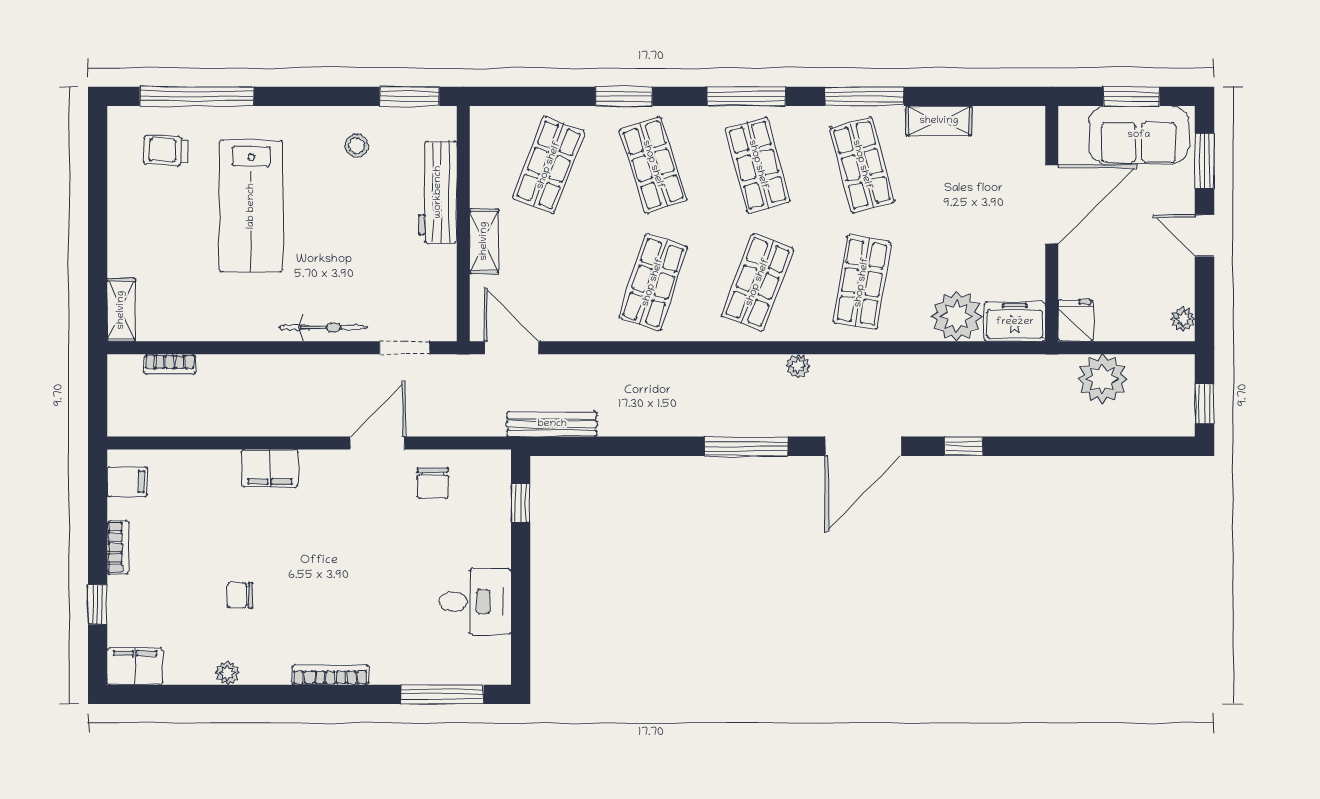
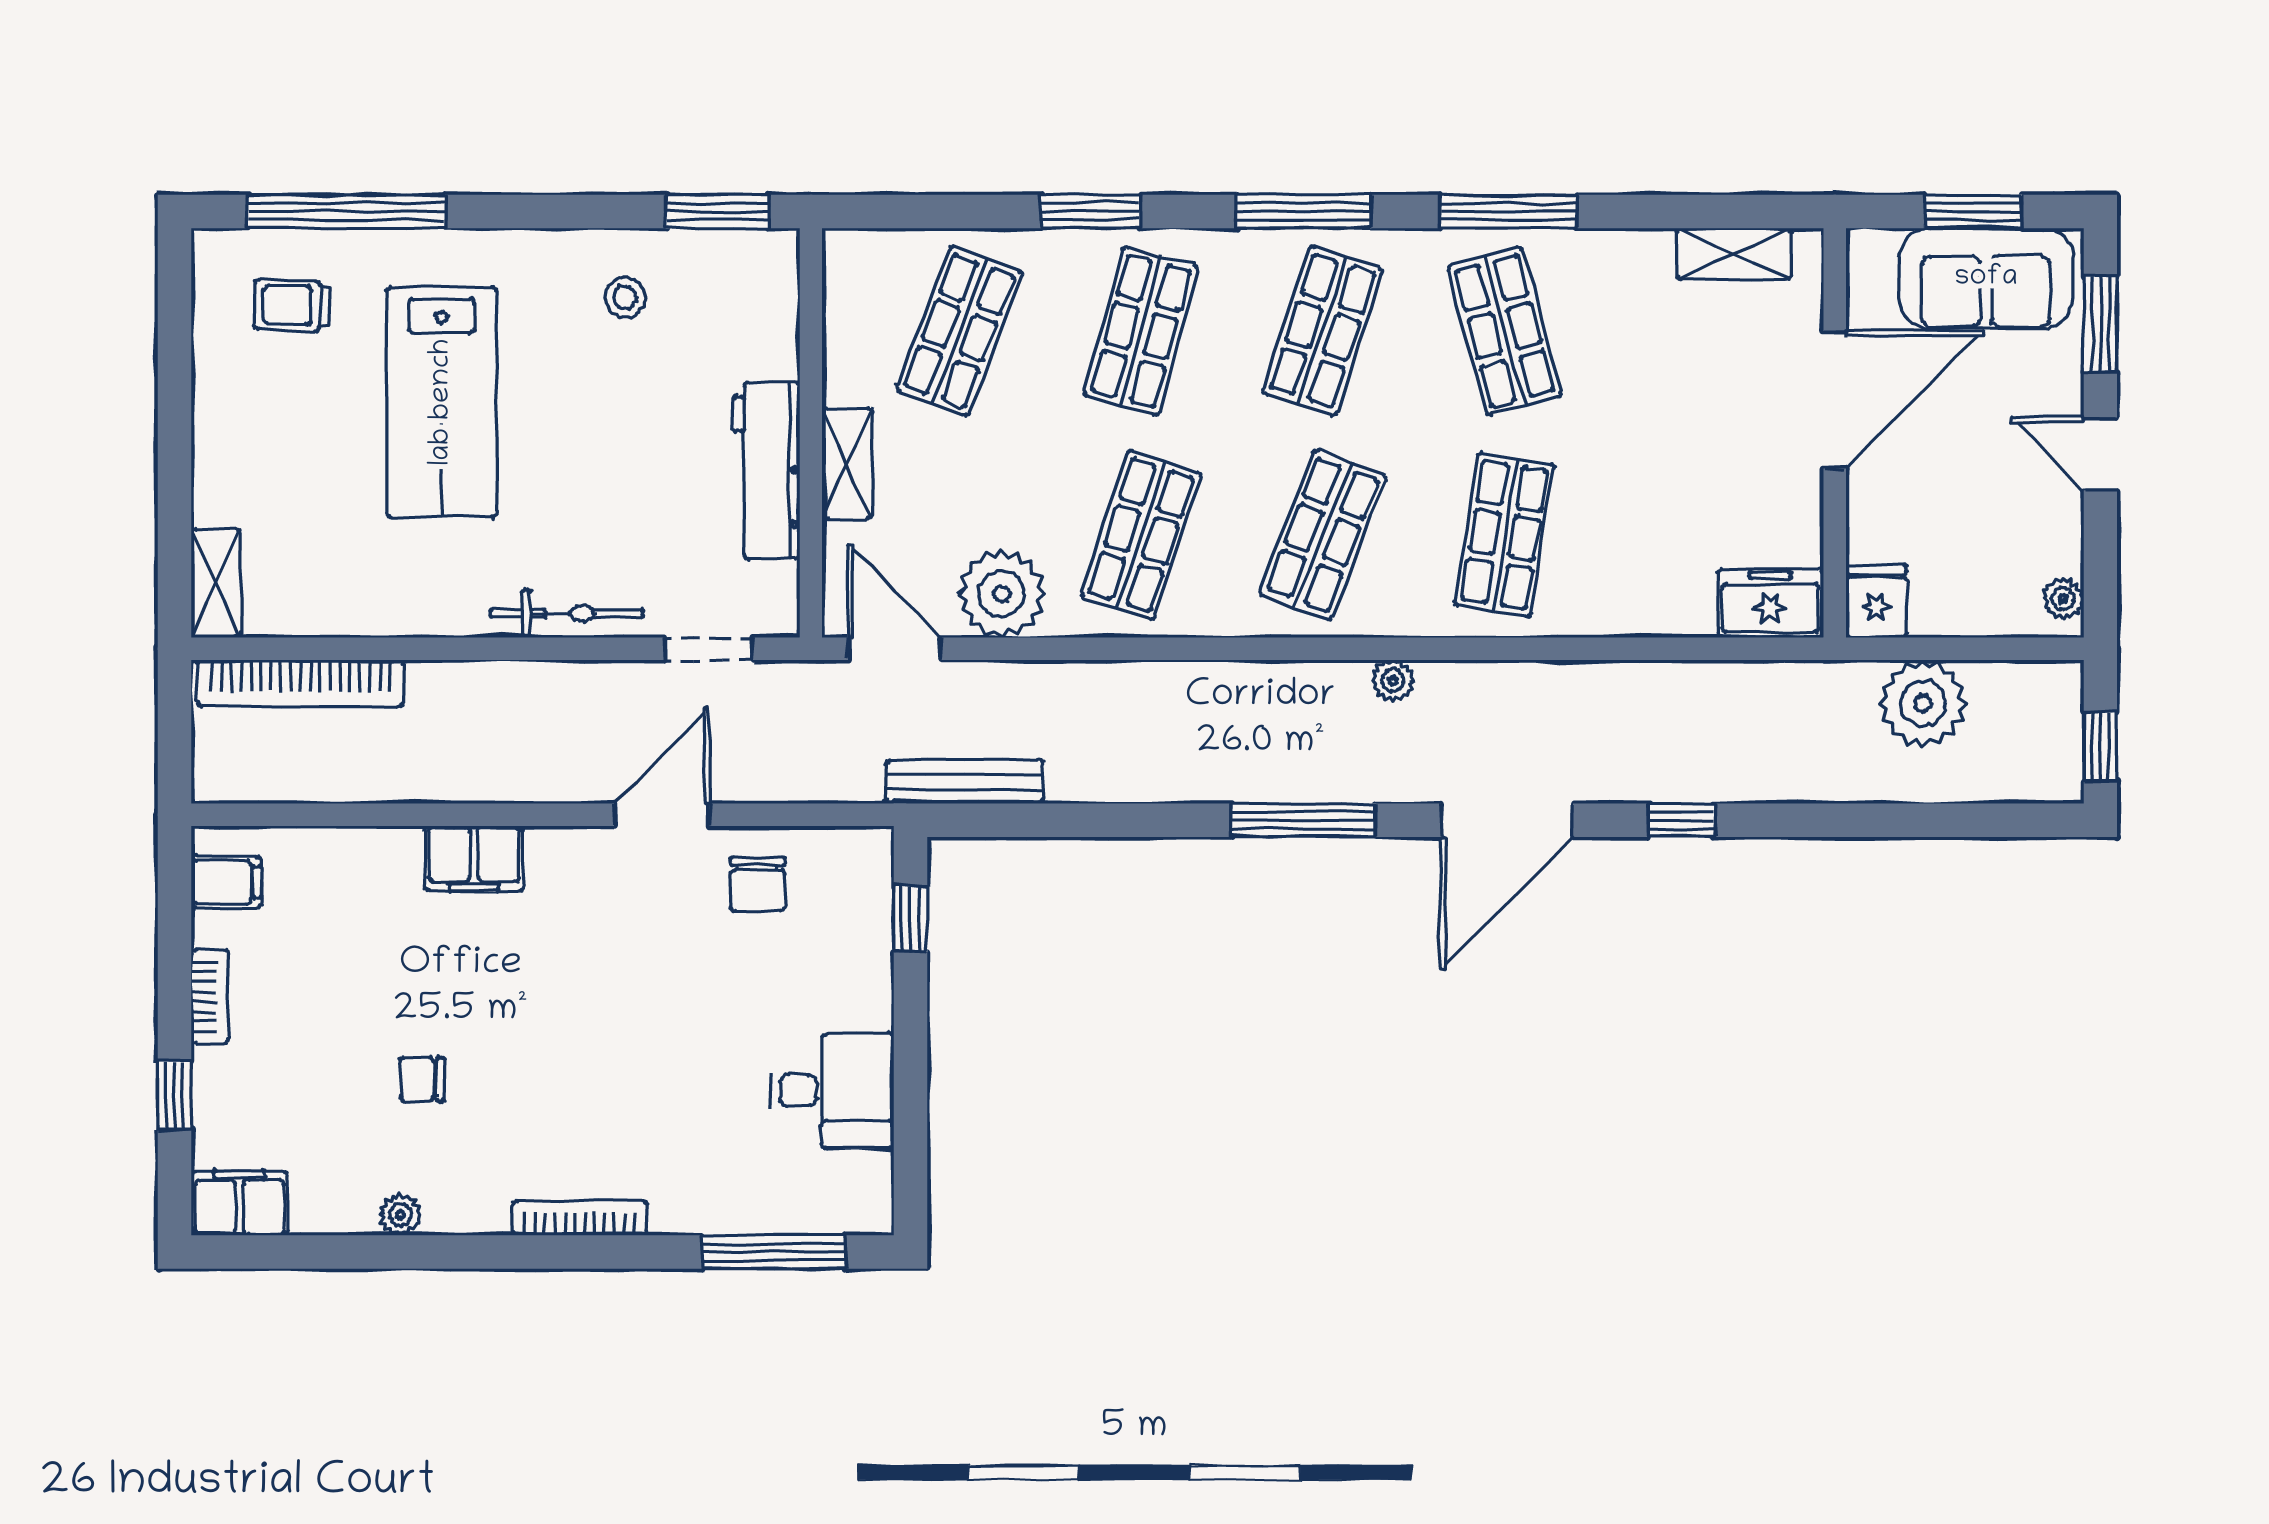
shelving: (939, 121) -> (1734, 254), moved
shop shelf: (653, 165) -> (1141, 331), turned 33
shop shelf: (758, 165) -> (1323, 331), turned 33
workbench: (438, 192) -> (767, 471), moved
plant: (957, 316) -> (1002, 594), moved
bookcase: (170, 364) -> (300, 683), width x2.31, depth x1.31

